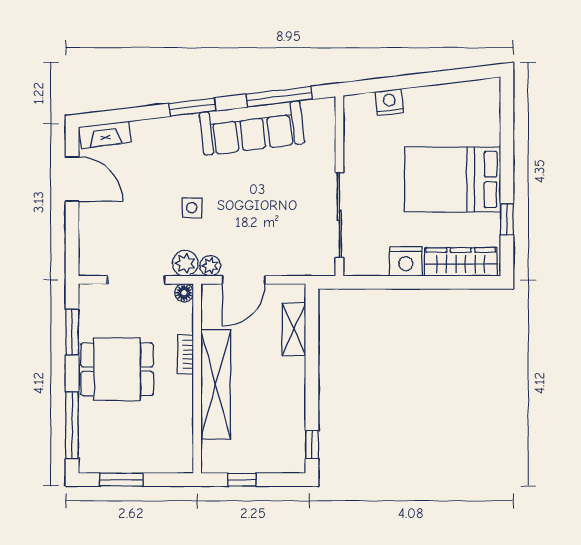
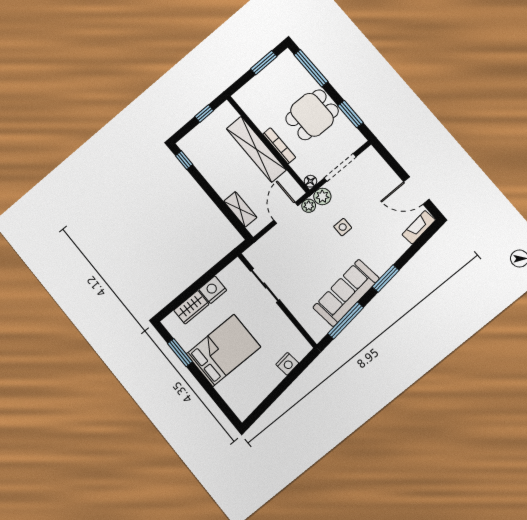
sliding door: (339, 215) -> (265, 286), width x0.73
window: (507, 219) -> (180, 353), width x1.50
wardrobe: (461, 262) -> (191, 307), width x0.67
bookcase: (185, 355) -> (279, 146), width x1.56

